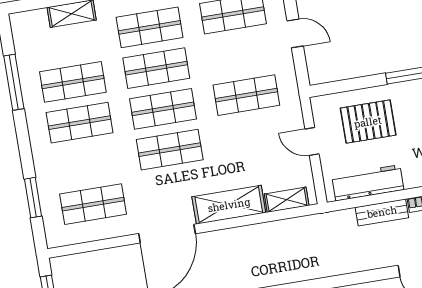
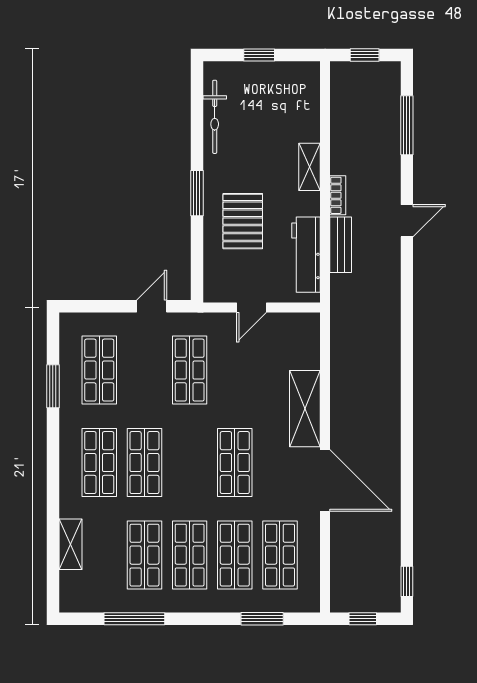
door: (295, 33) -> (152, 306), moved
shop shelf: (163, 109) -> (235, 555), moved
pallet: (368, 122) -> (243, 221), moved
shelving: (287, 200) -> (310, 345), removed

